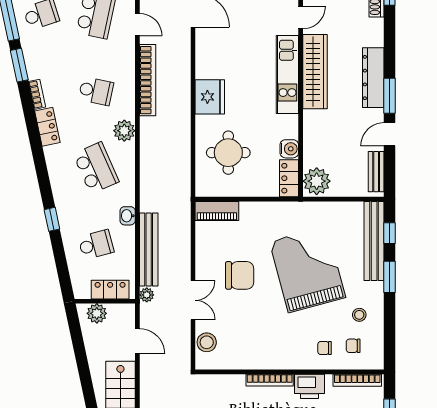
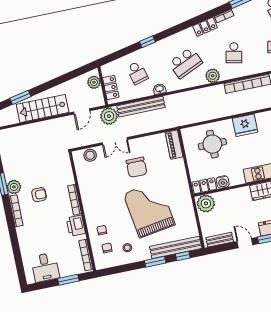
grand piano: (307, 269) -> (149, 209), turned -84
plant: (147, 295) -> (109, 116), width x1.87, depth x1.87

